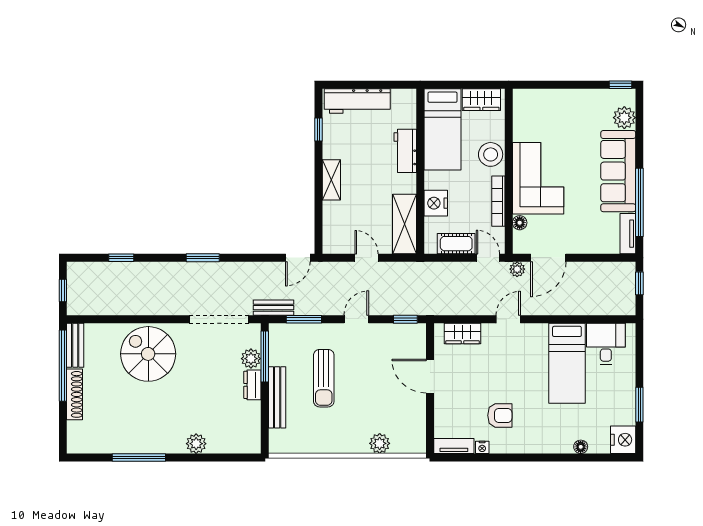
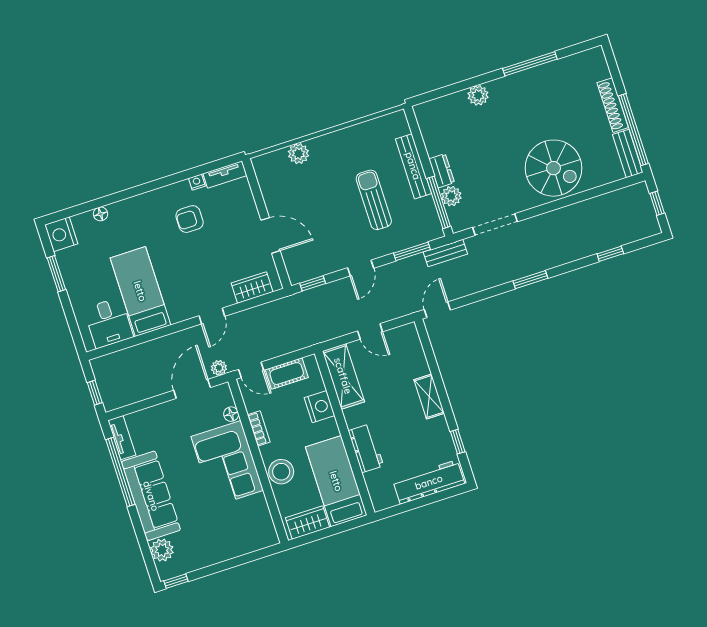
bookcase: (498, 201) -> (259, 428), width x0.64
doorway: (219, 319) -> (495, 225), width x0.73

